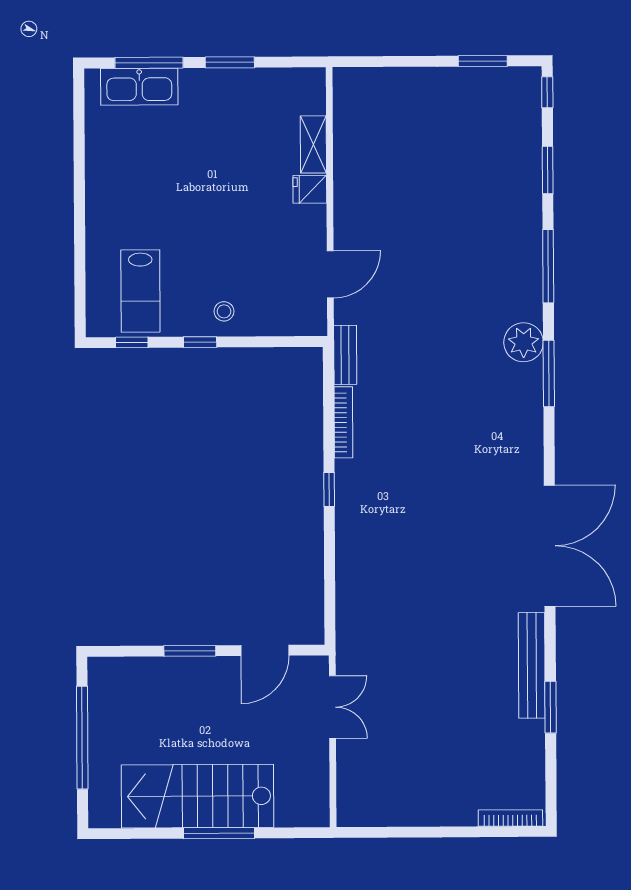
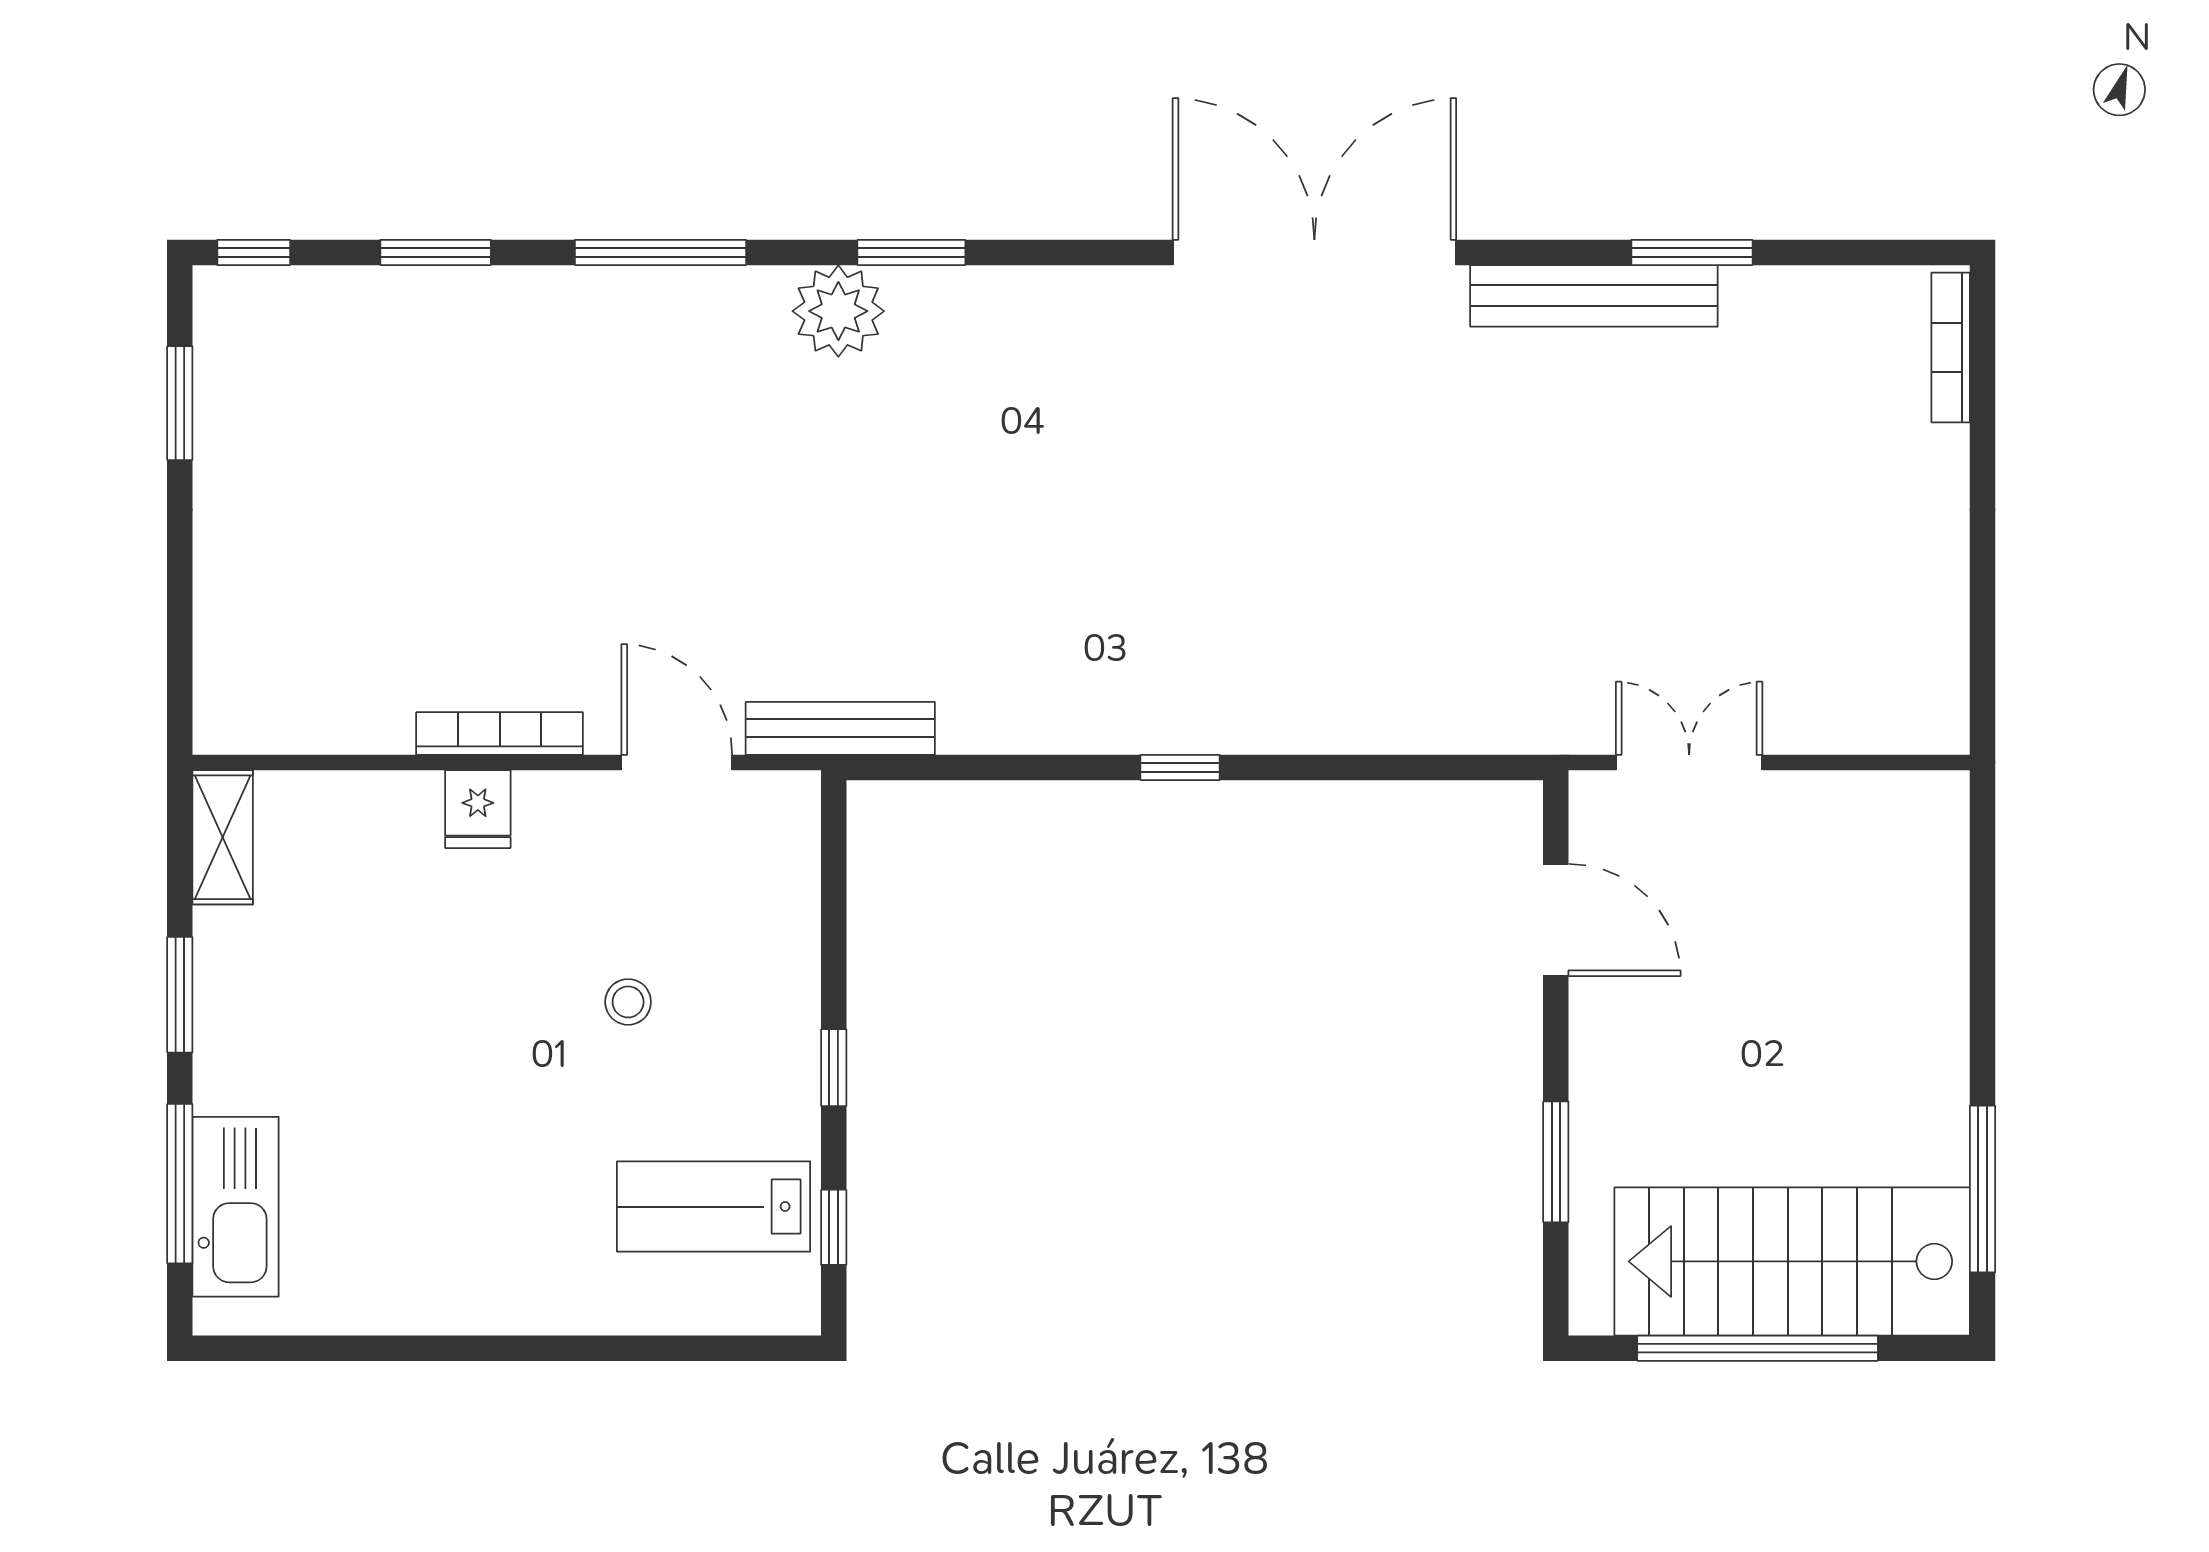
shelving: (313, 144) -> (223, 837), moved, turned 90
lab bench: (140, 291) -> (714, 1207), turned 180
stool: (224, 311) -> (628, 1002), moved
bench: (345, 355) -> (840, 728), width x1.36
window: (549, 373) -> (911, 252), width x0.69
bookcase: (343, 422) -> (500, 734), moved
window: (190, 651) -> (1556, 1162), moved
stairs: (198, 796) -> (1792, 1261), moved, turned 90
window: (219, 833) -> (1982, 1189), moved

